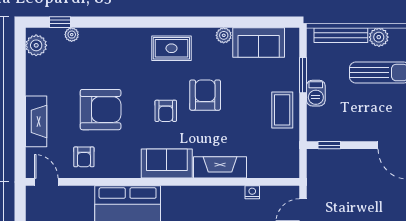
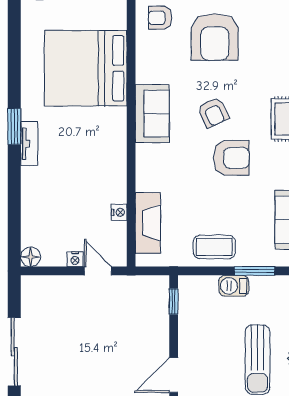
armchair: (166, 111) -> (213, 112), turned -115
fireplace: (220, 167) -> (148, 223), moved

